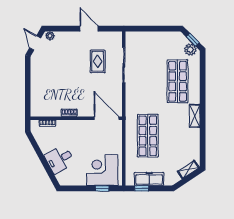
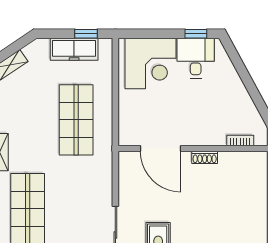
door: (107, 118) -> (161, 148), moved
desk: (60, 159) -> (196, 58), moved, turned -61
window: (102, 188) -> (196, 34), moved

